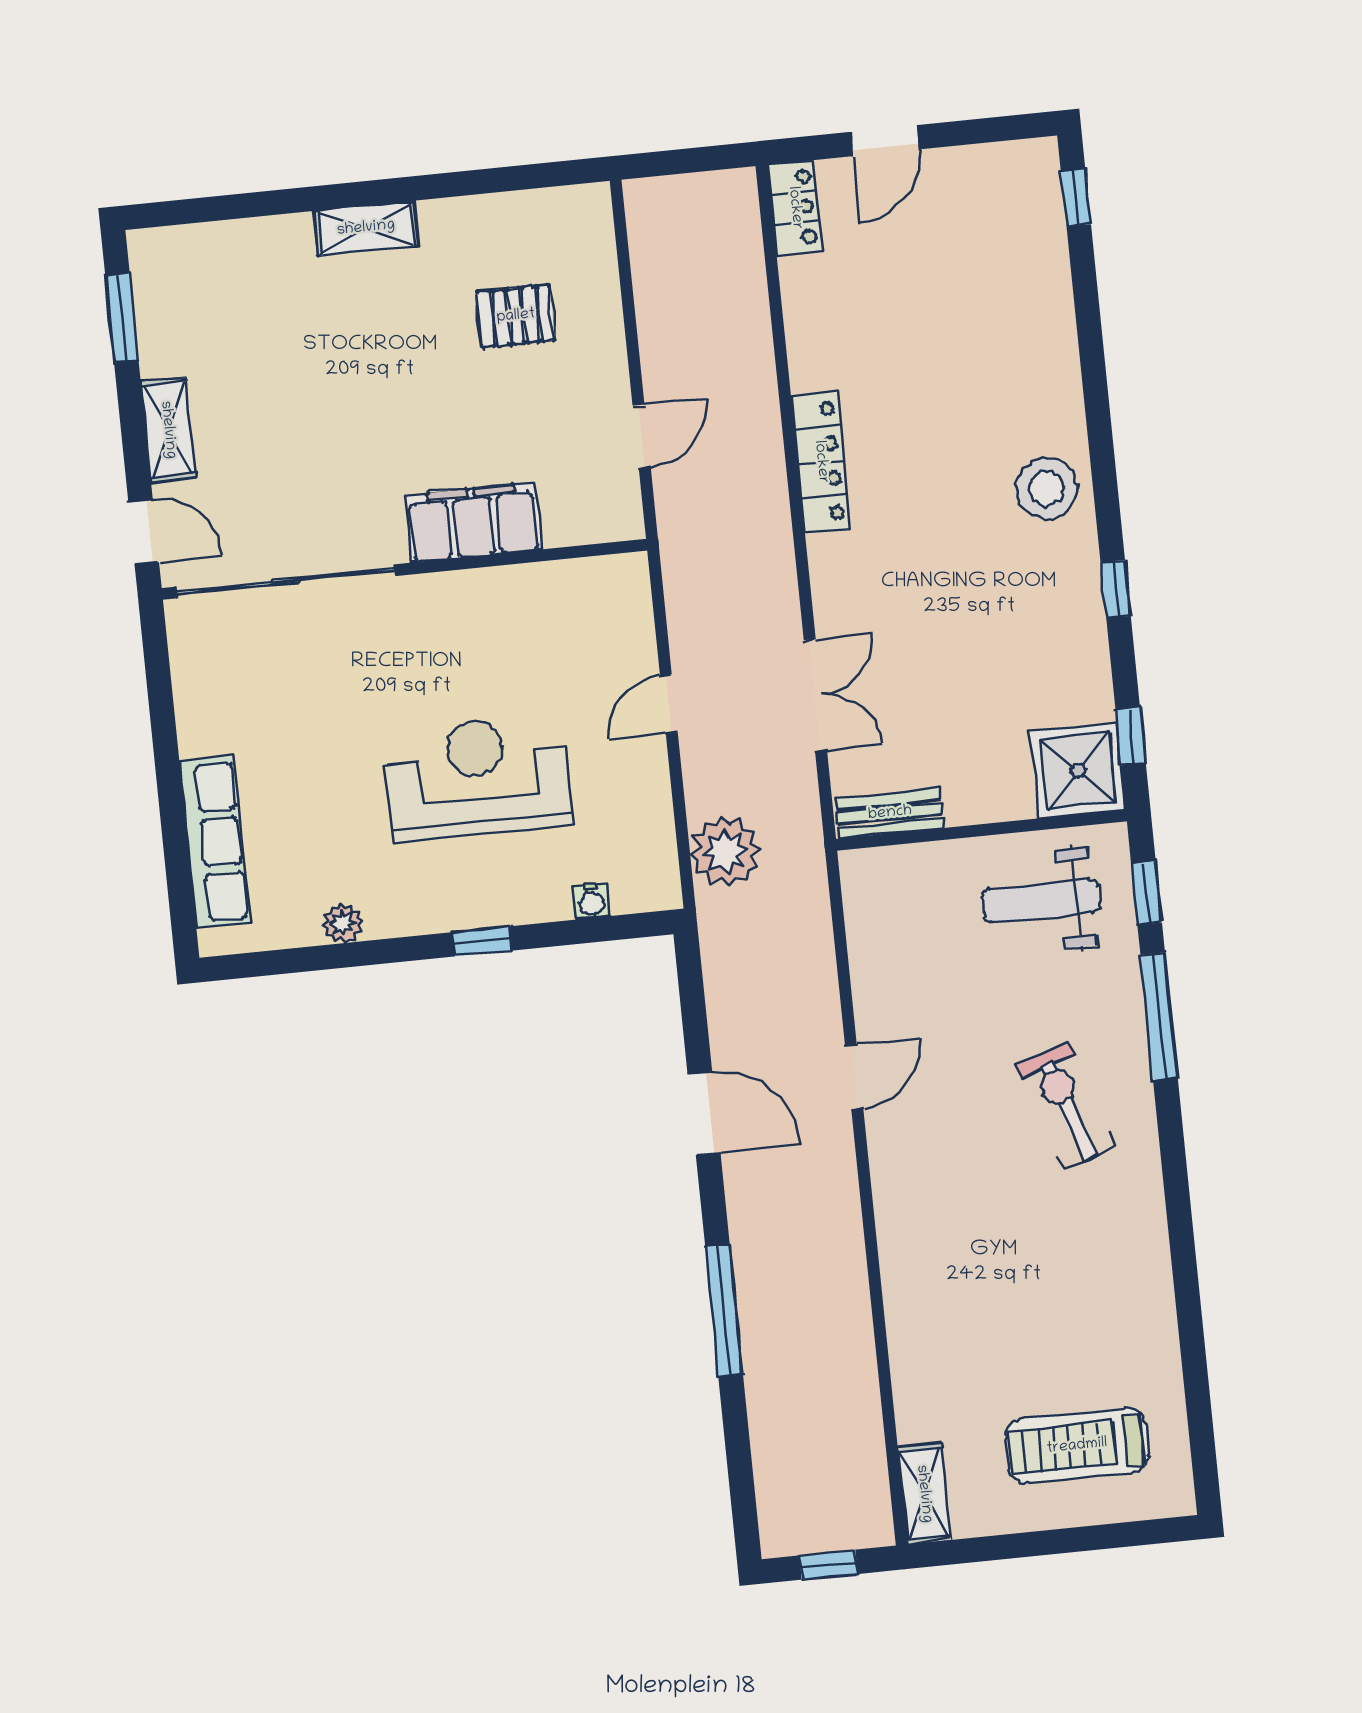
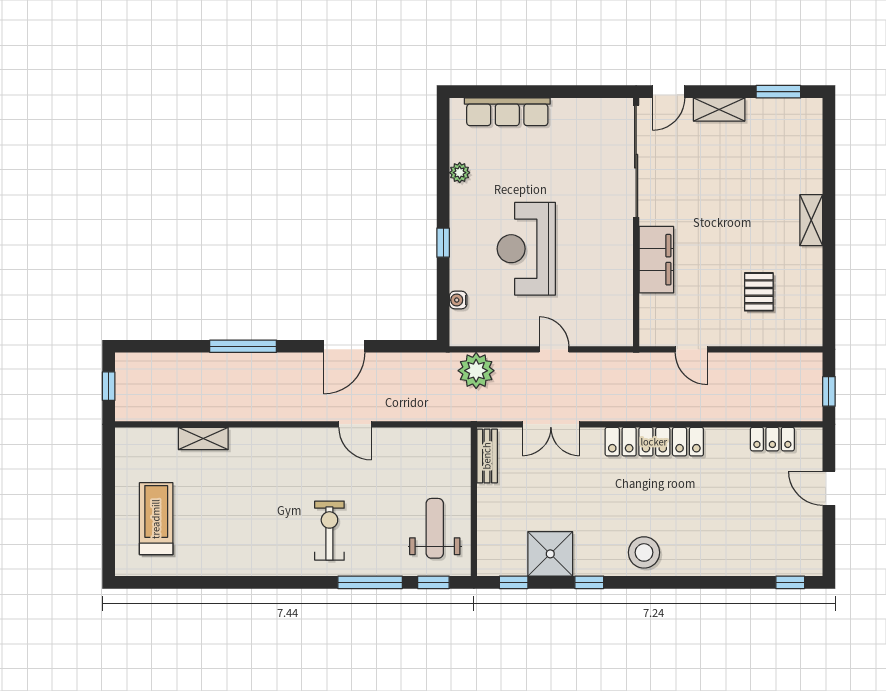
window: (696, 160) -> (829, 391), added
locker: (795, 208) -> (772, 439), moved
locker: (821, 462) -> (654, 442), width x1.41, depth x1.21
shower: (1078, 771) -> (550, 554), moved
reception desk: (478, 778) -> (526, 249), turned 180
exercise bike: (1066, 1106) -> (329, 531), turned -71
shelving: (924, 1494) -> (203, 439), moved

